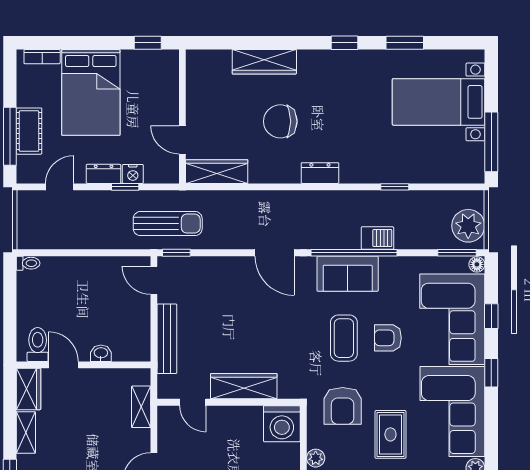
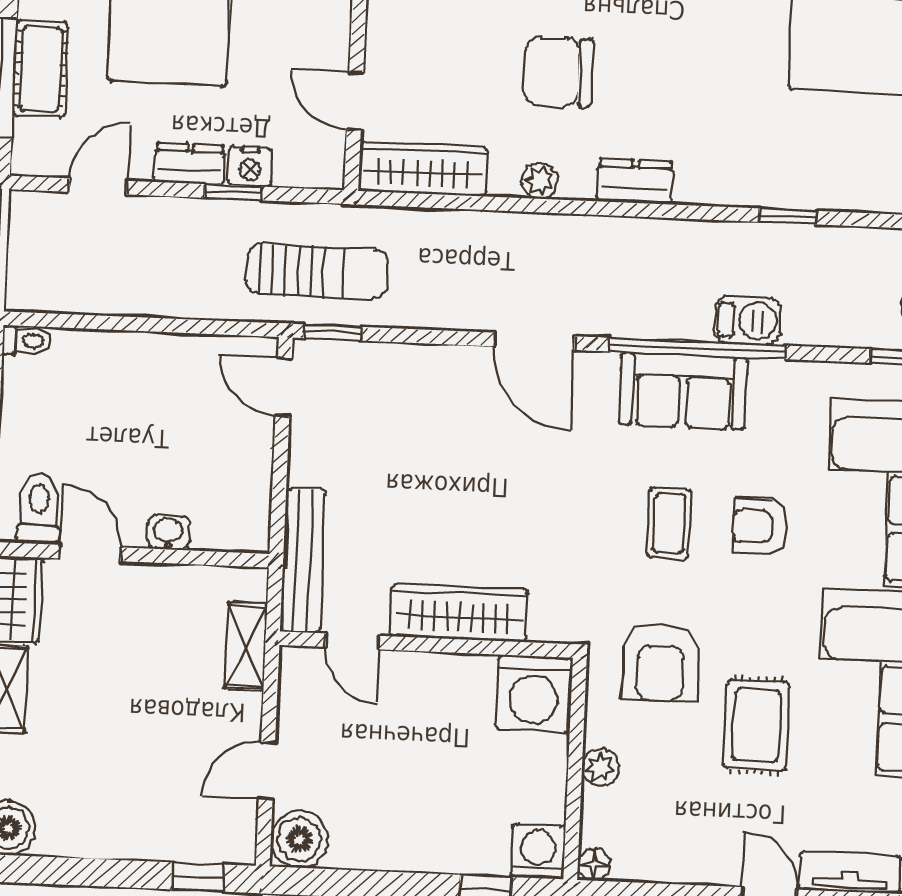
plant: (274, 175) -> (540, 181), added
coffee table: (344, 338) -> (669, 523), width x0.73, depth x0.77
bench: (167, 339) -> (303, 561), moved

